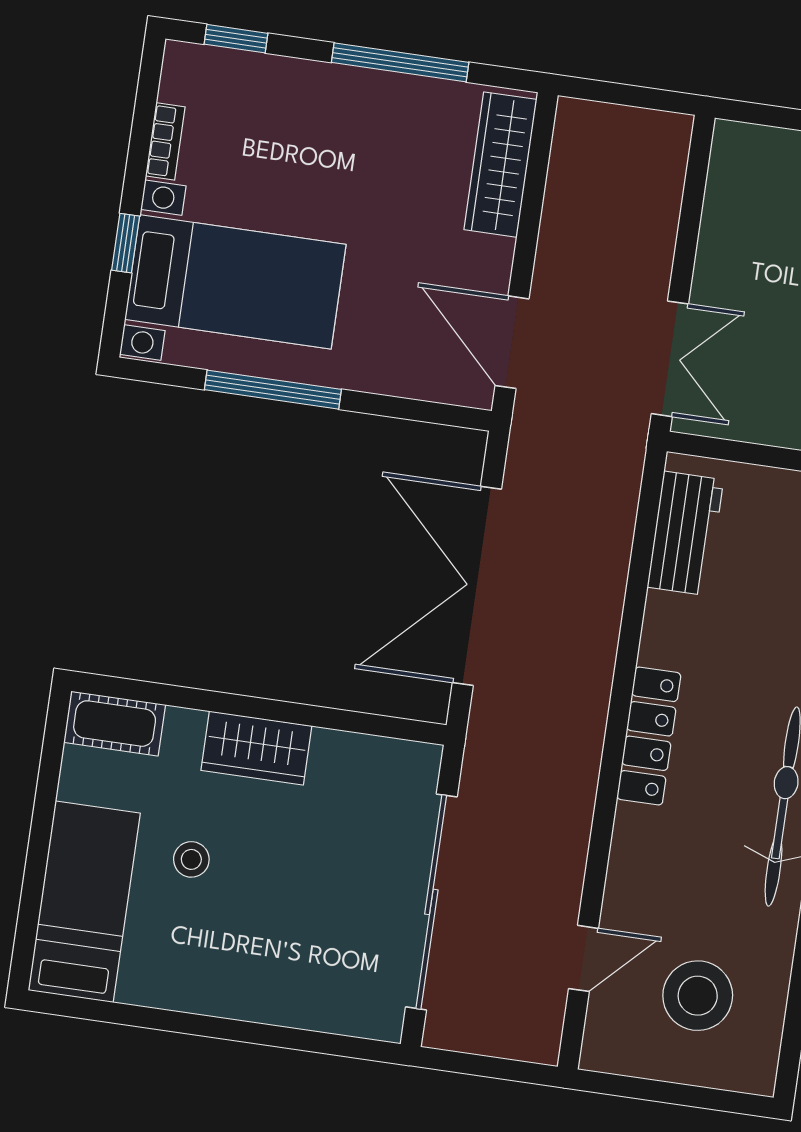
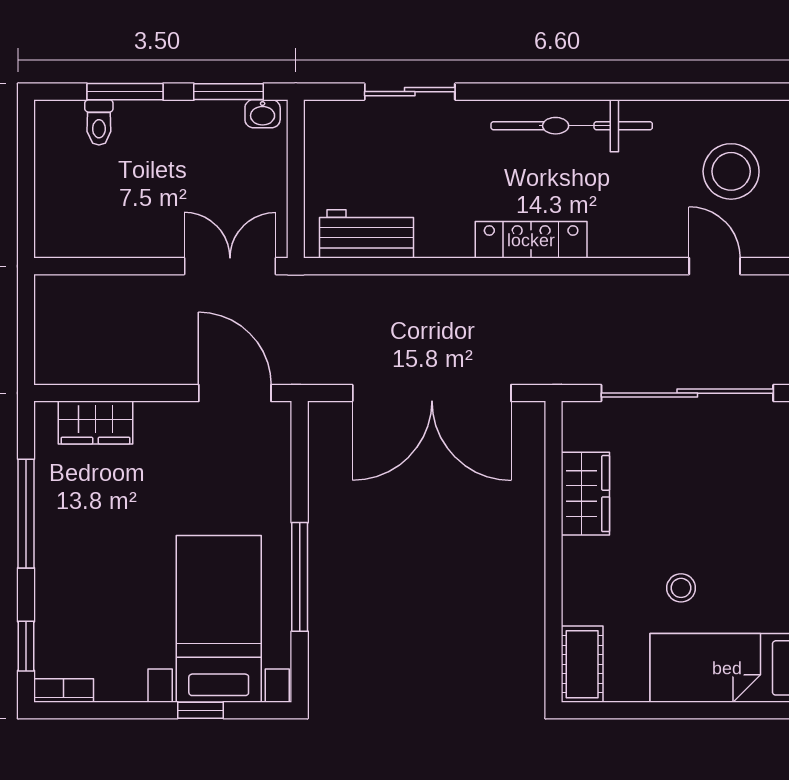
bookcase: (165, 141) -> (64, 690), moved
wardrobe: (500, 165) -> (96, 422), width x0.67
door: (512, 342) -> (235, 393), swing flipped
wardrobe: (256, 748) -> (585, 494), moved

